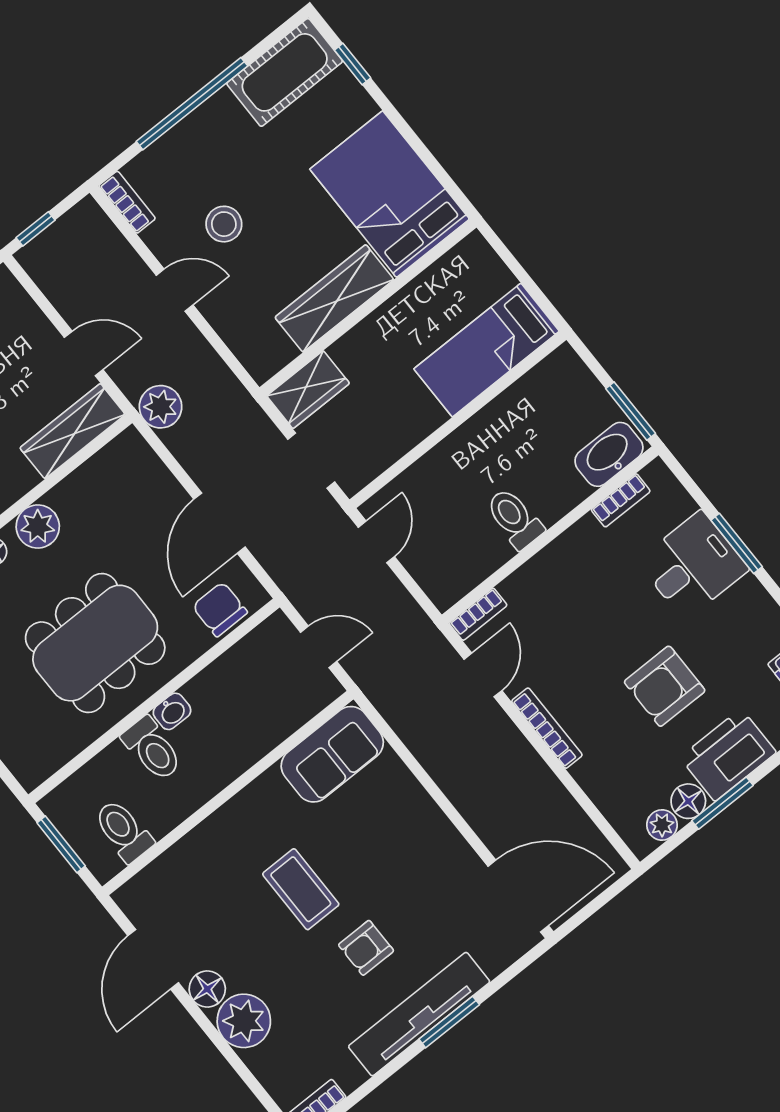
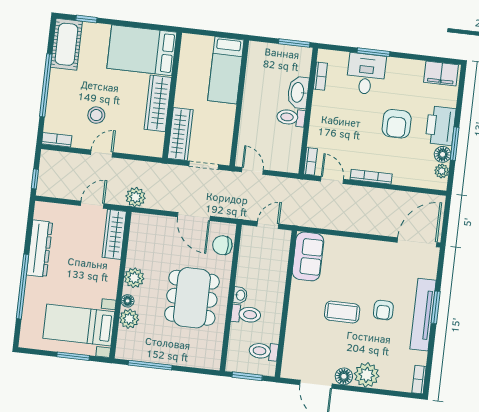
wardrobe: (308, 390) -> (180, 134), width x1.50
washbasin: (609, 454) -> (298, 92), moved

